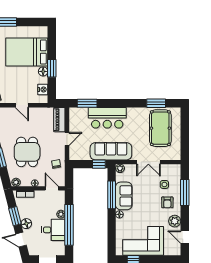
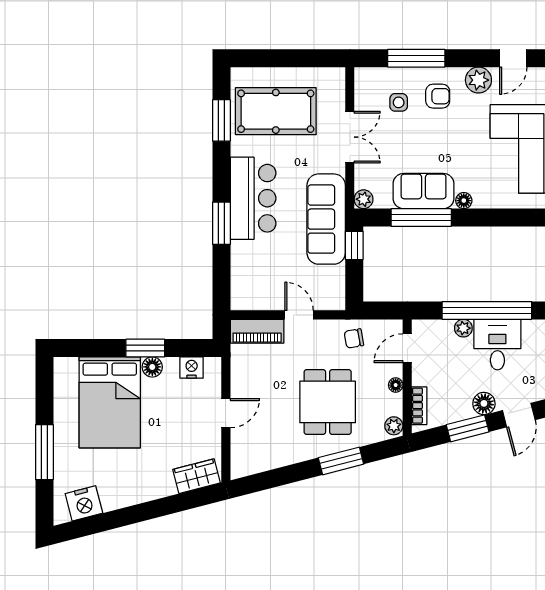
window: (87, 103) -> (221, 223), moved
bar counter: (107, 118) -> (253, 198), moved
dining table: (27, 152) -> (328, 402), turned 90

